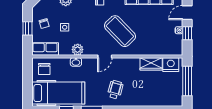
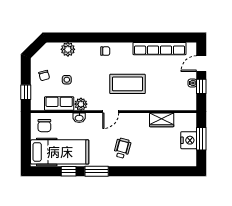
window: (27, 28) -> (26, 92), moved
coffee table: (120, 31) -> (128, 84), turned -46
row of seats: (45, 49) -> (59, 104), moved
nightstand: (171, 65) -> (189, 140), moved, turned 90
window: (187, 81) -> (201, 139), width x0.69

